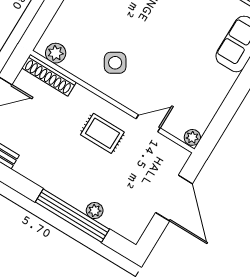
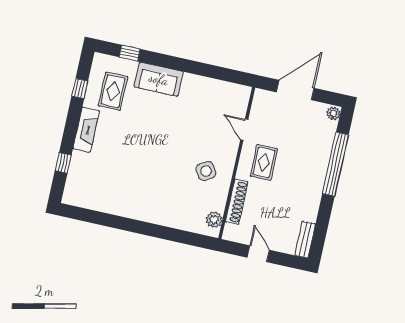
shoe rack: (49, 75) -> (237, 202), moved
plant: (192, 137) -> (243, 92), removed
plant: (95, 211) -> (333, 113), moved

